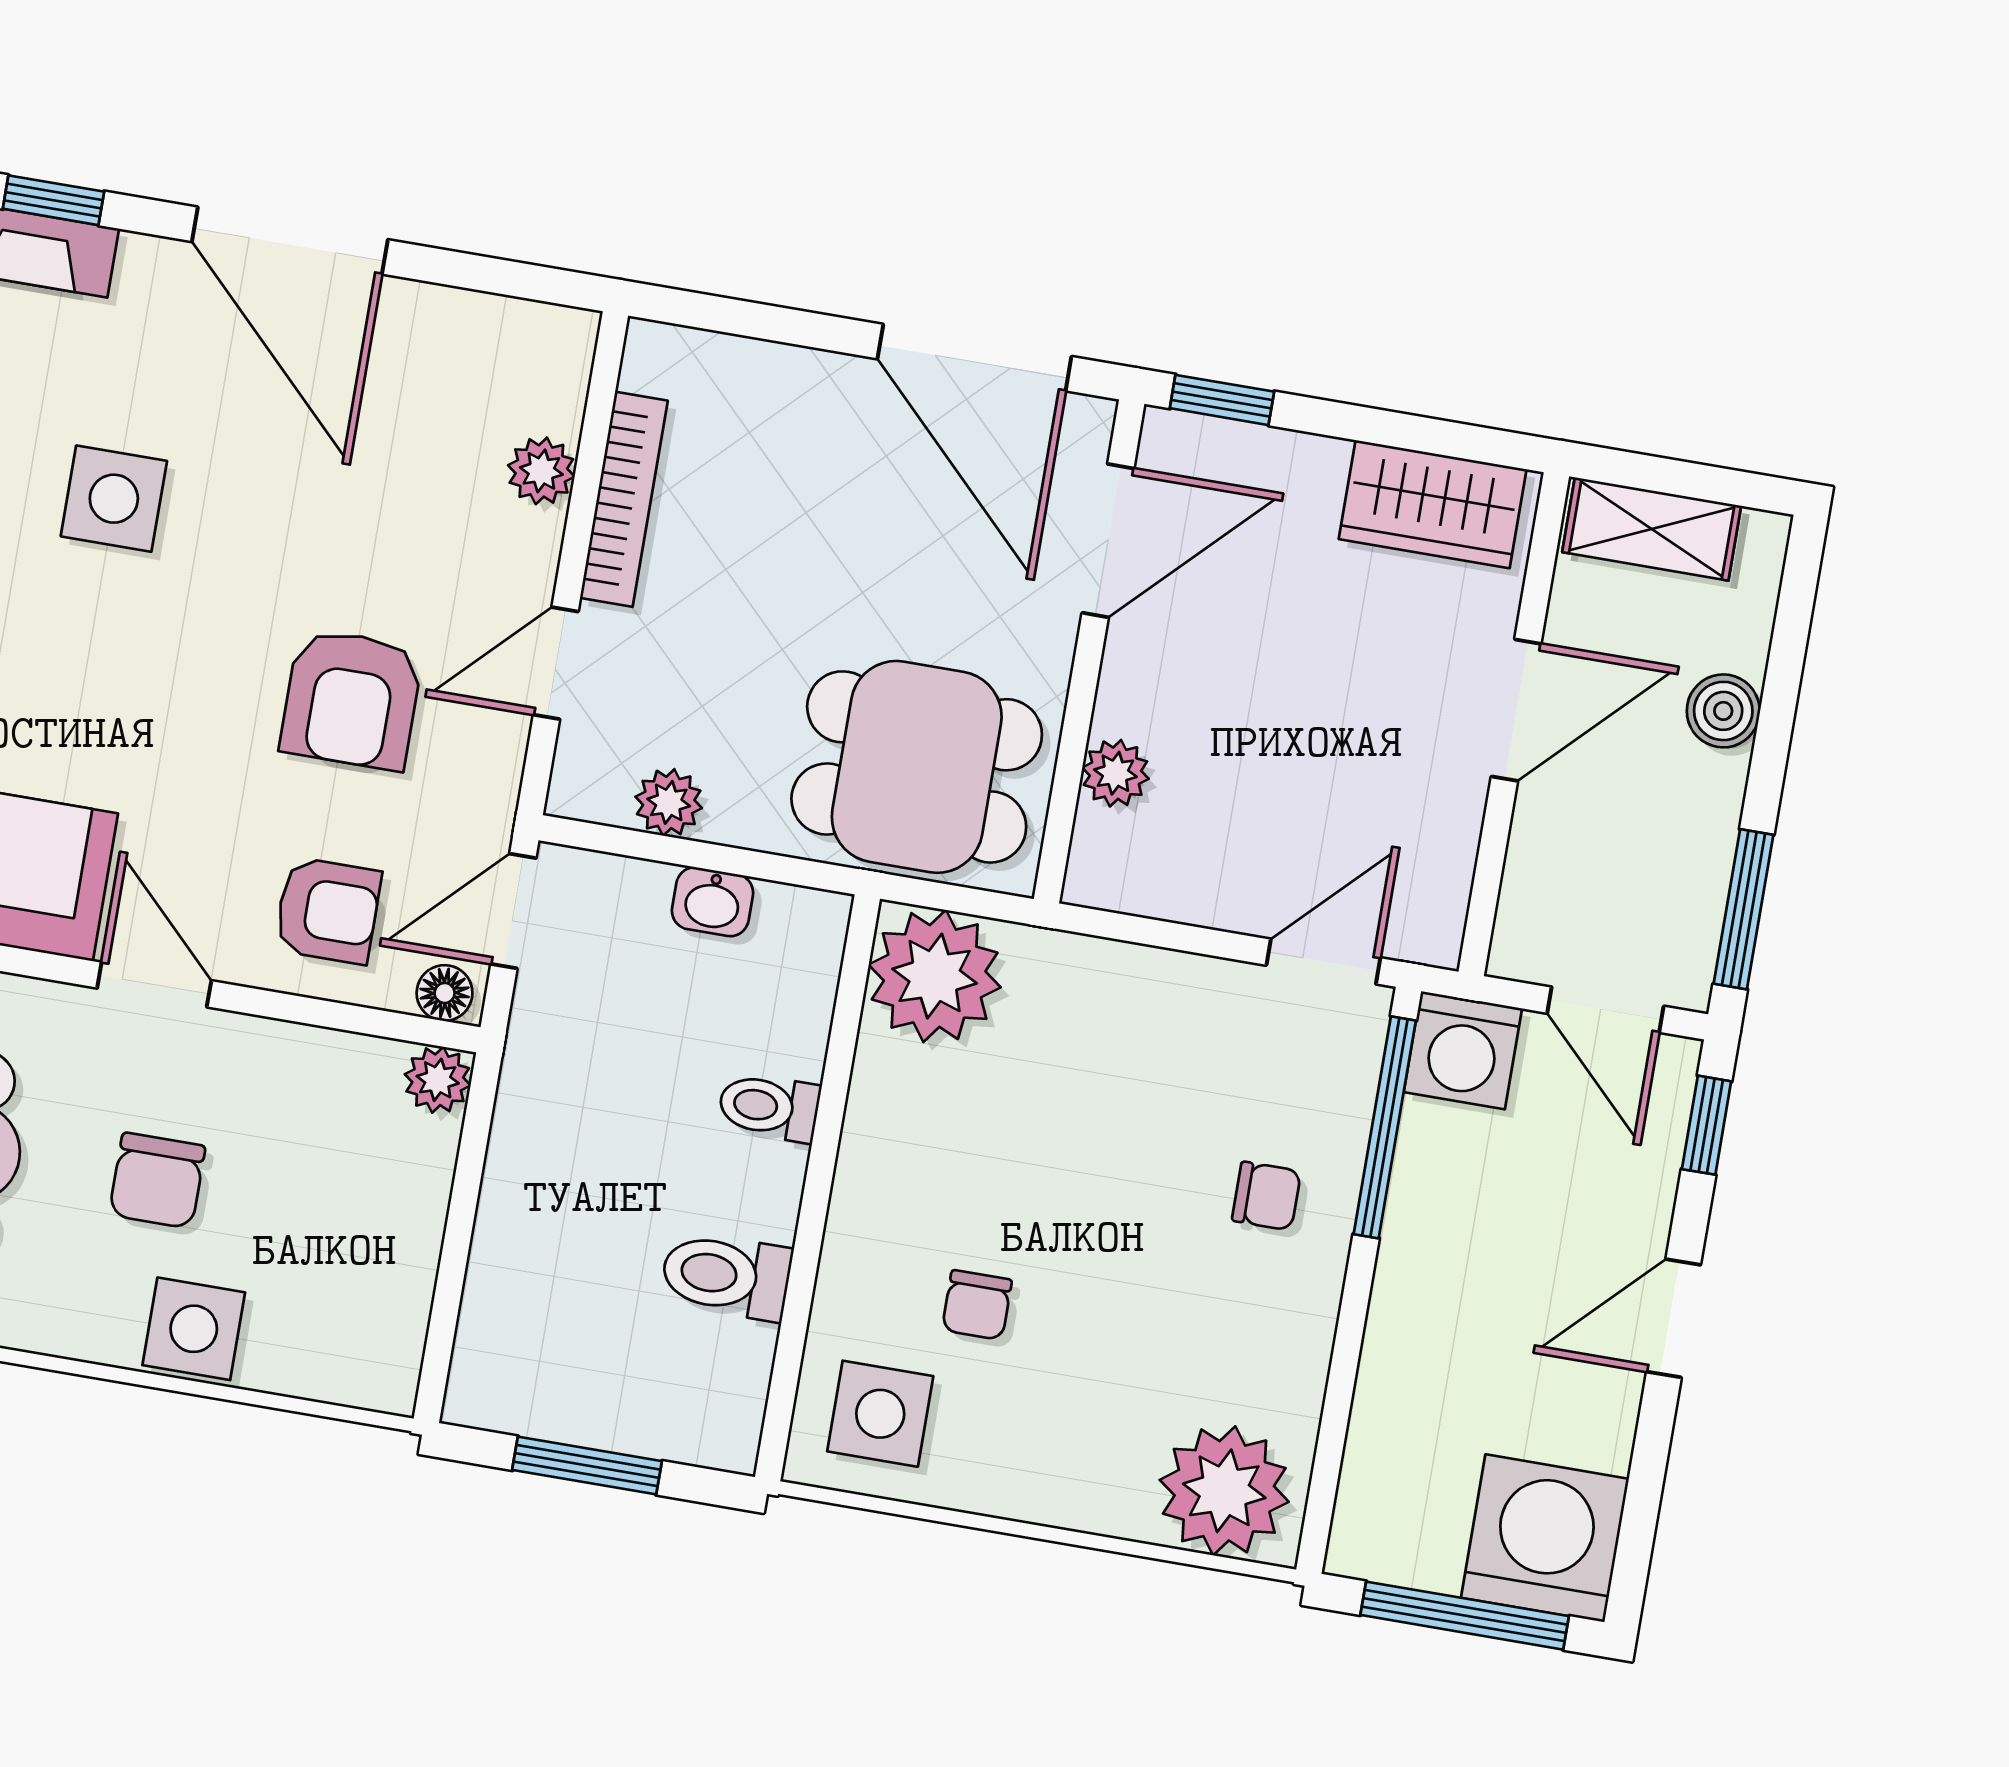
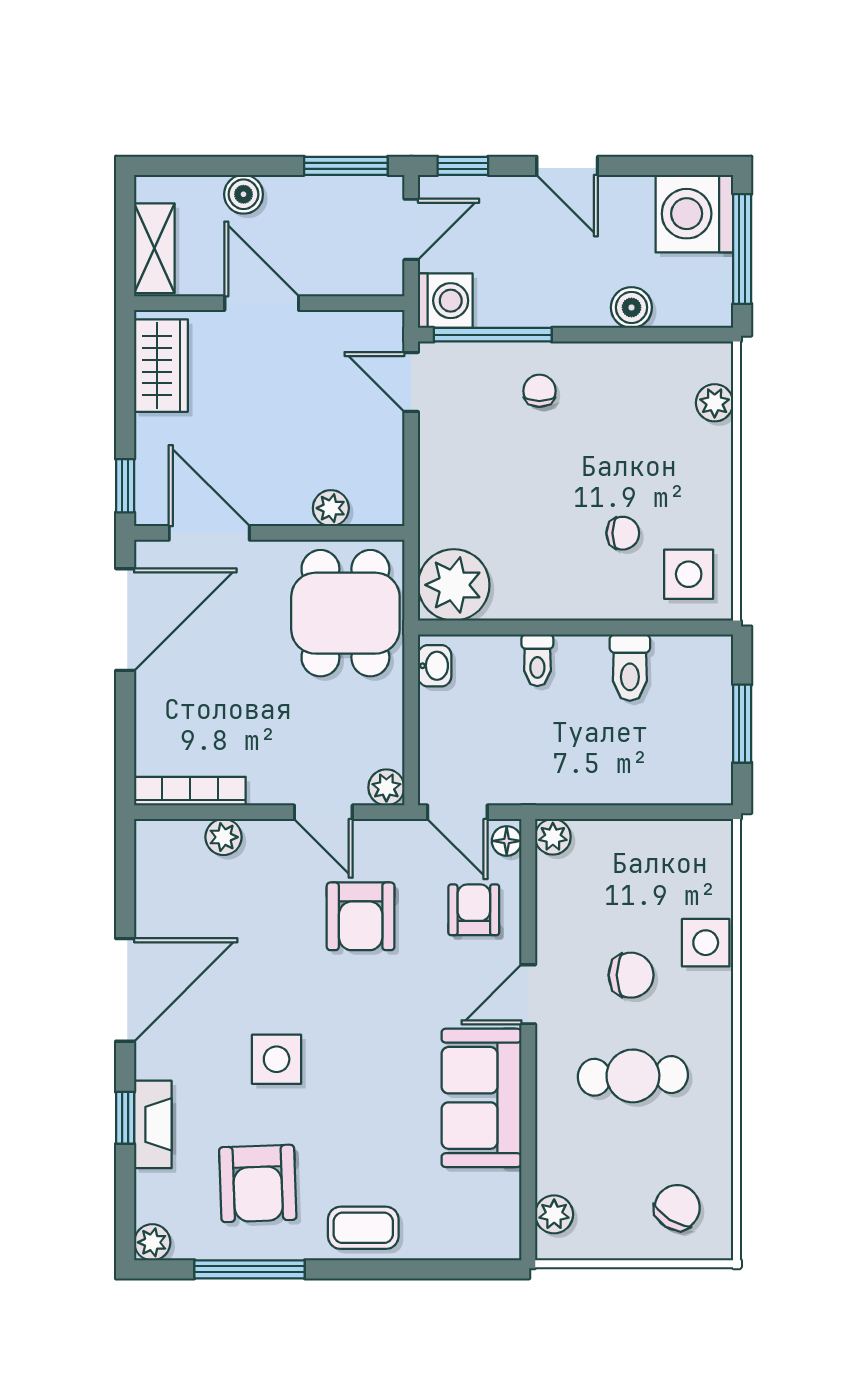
bookcase: (624, 499) -> (190, 791), moved
armchair: (351, 699) -> (361, 916), turned 90
plant: (669, 802) -> (386, 787), moved
washbasin: (713, 902) -> (435, 666), moved
boiler: (1391, 1392) -> (631, 307), added
plant: (1224, 1491) -> (715, 403), width x0.53, depth x0.53

